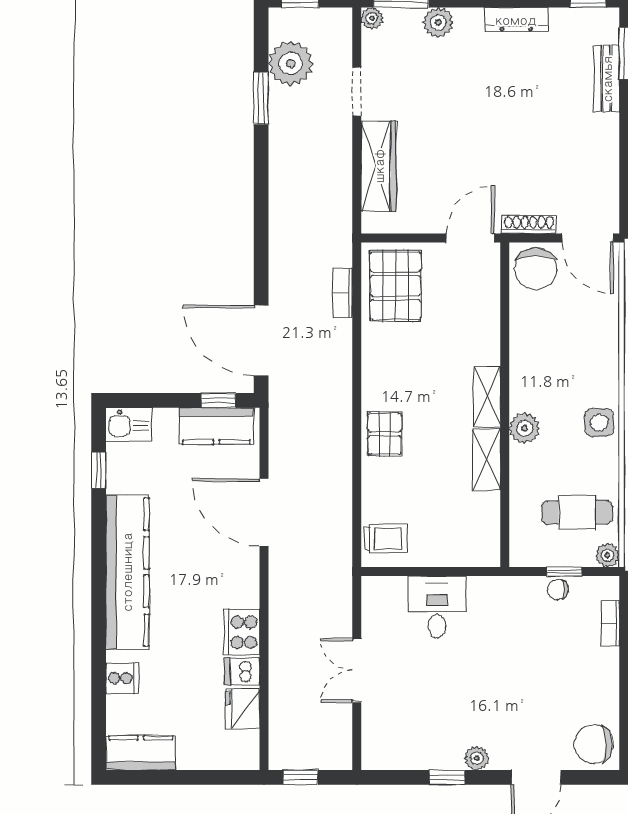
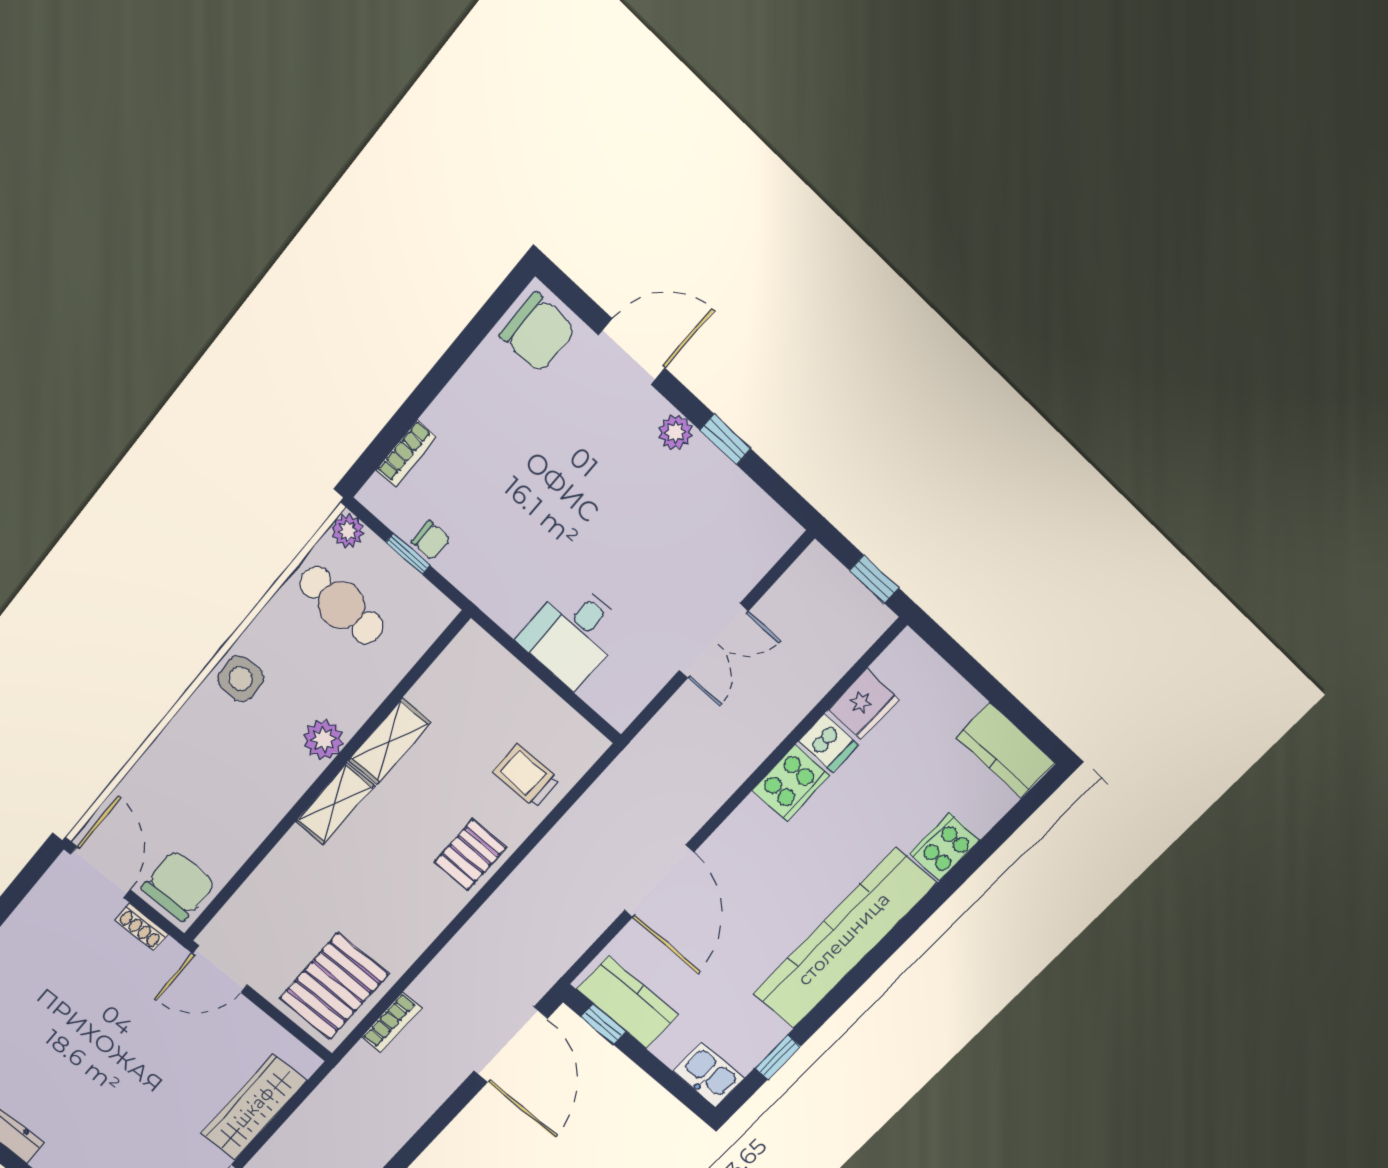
shoe rack: (529, 224) -> (142, 927), width x0.70
trolley: (385, 539) -> (526, 775), moved
cooker: (122, 678) -> (944, 847), width x1.36

